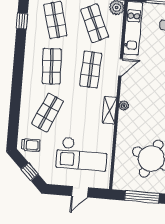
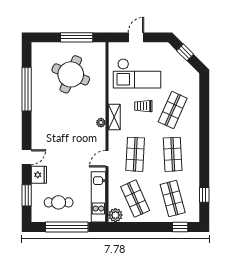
trolley: (31, 145) -> (143, 106), moved
checkout: (82, 154) -> (137, 73), turned 180

